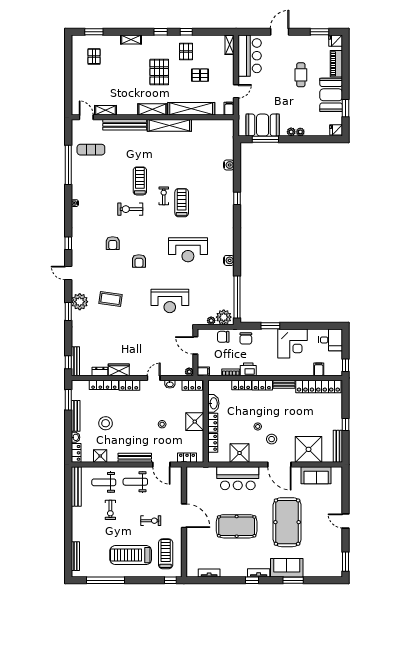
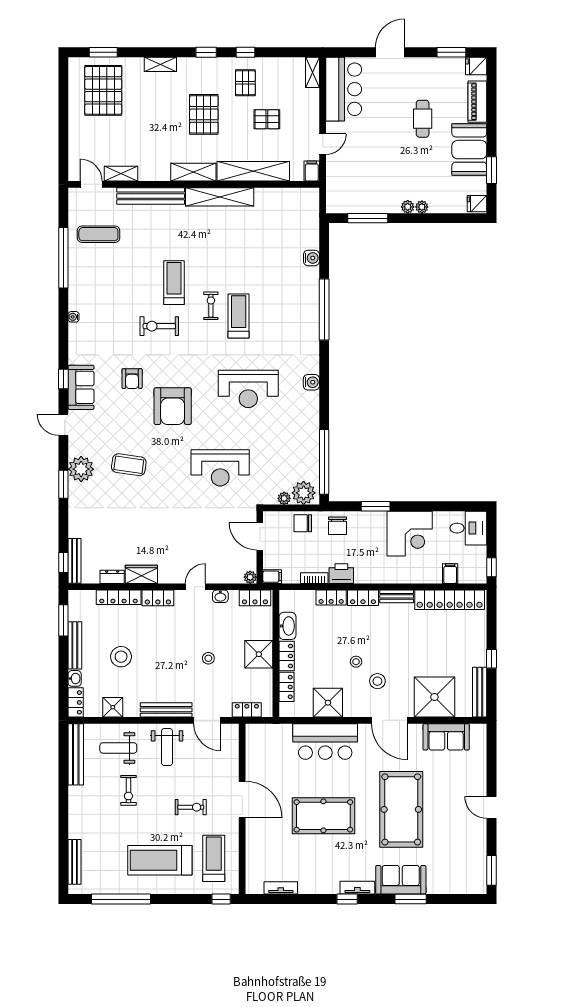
pallet: (94, 56) -> (103, 90), width x2.05, depth x2.00
booth: (263, 125) -> (363, 196), removed
window: (237, 198) -> (324, 310), width x3.17
sofa: (80, 249) -> (81, 387), added
water cooler: (229, 260) -> (311, 382), moved
armchair: (139, 261) -> (173, 406), width x1.88, depth x1.88
weight bench: (135, 482) -> (167, 747), turned -90

